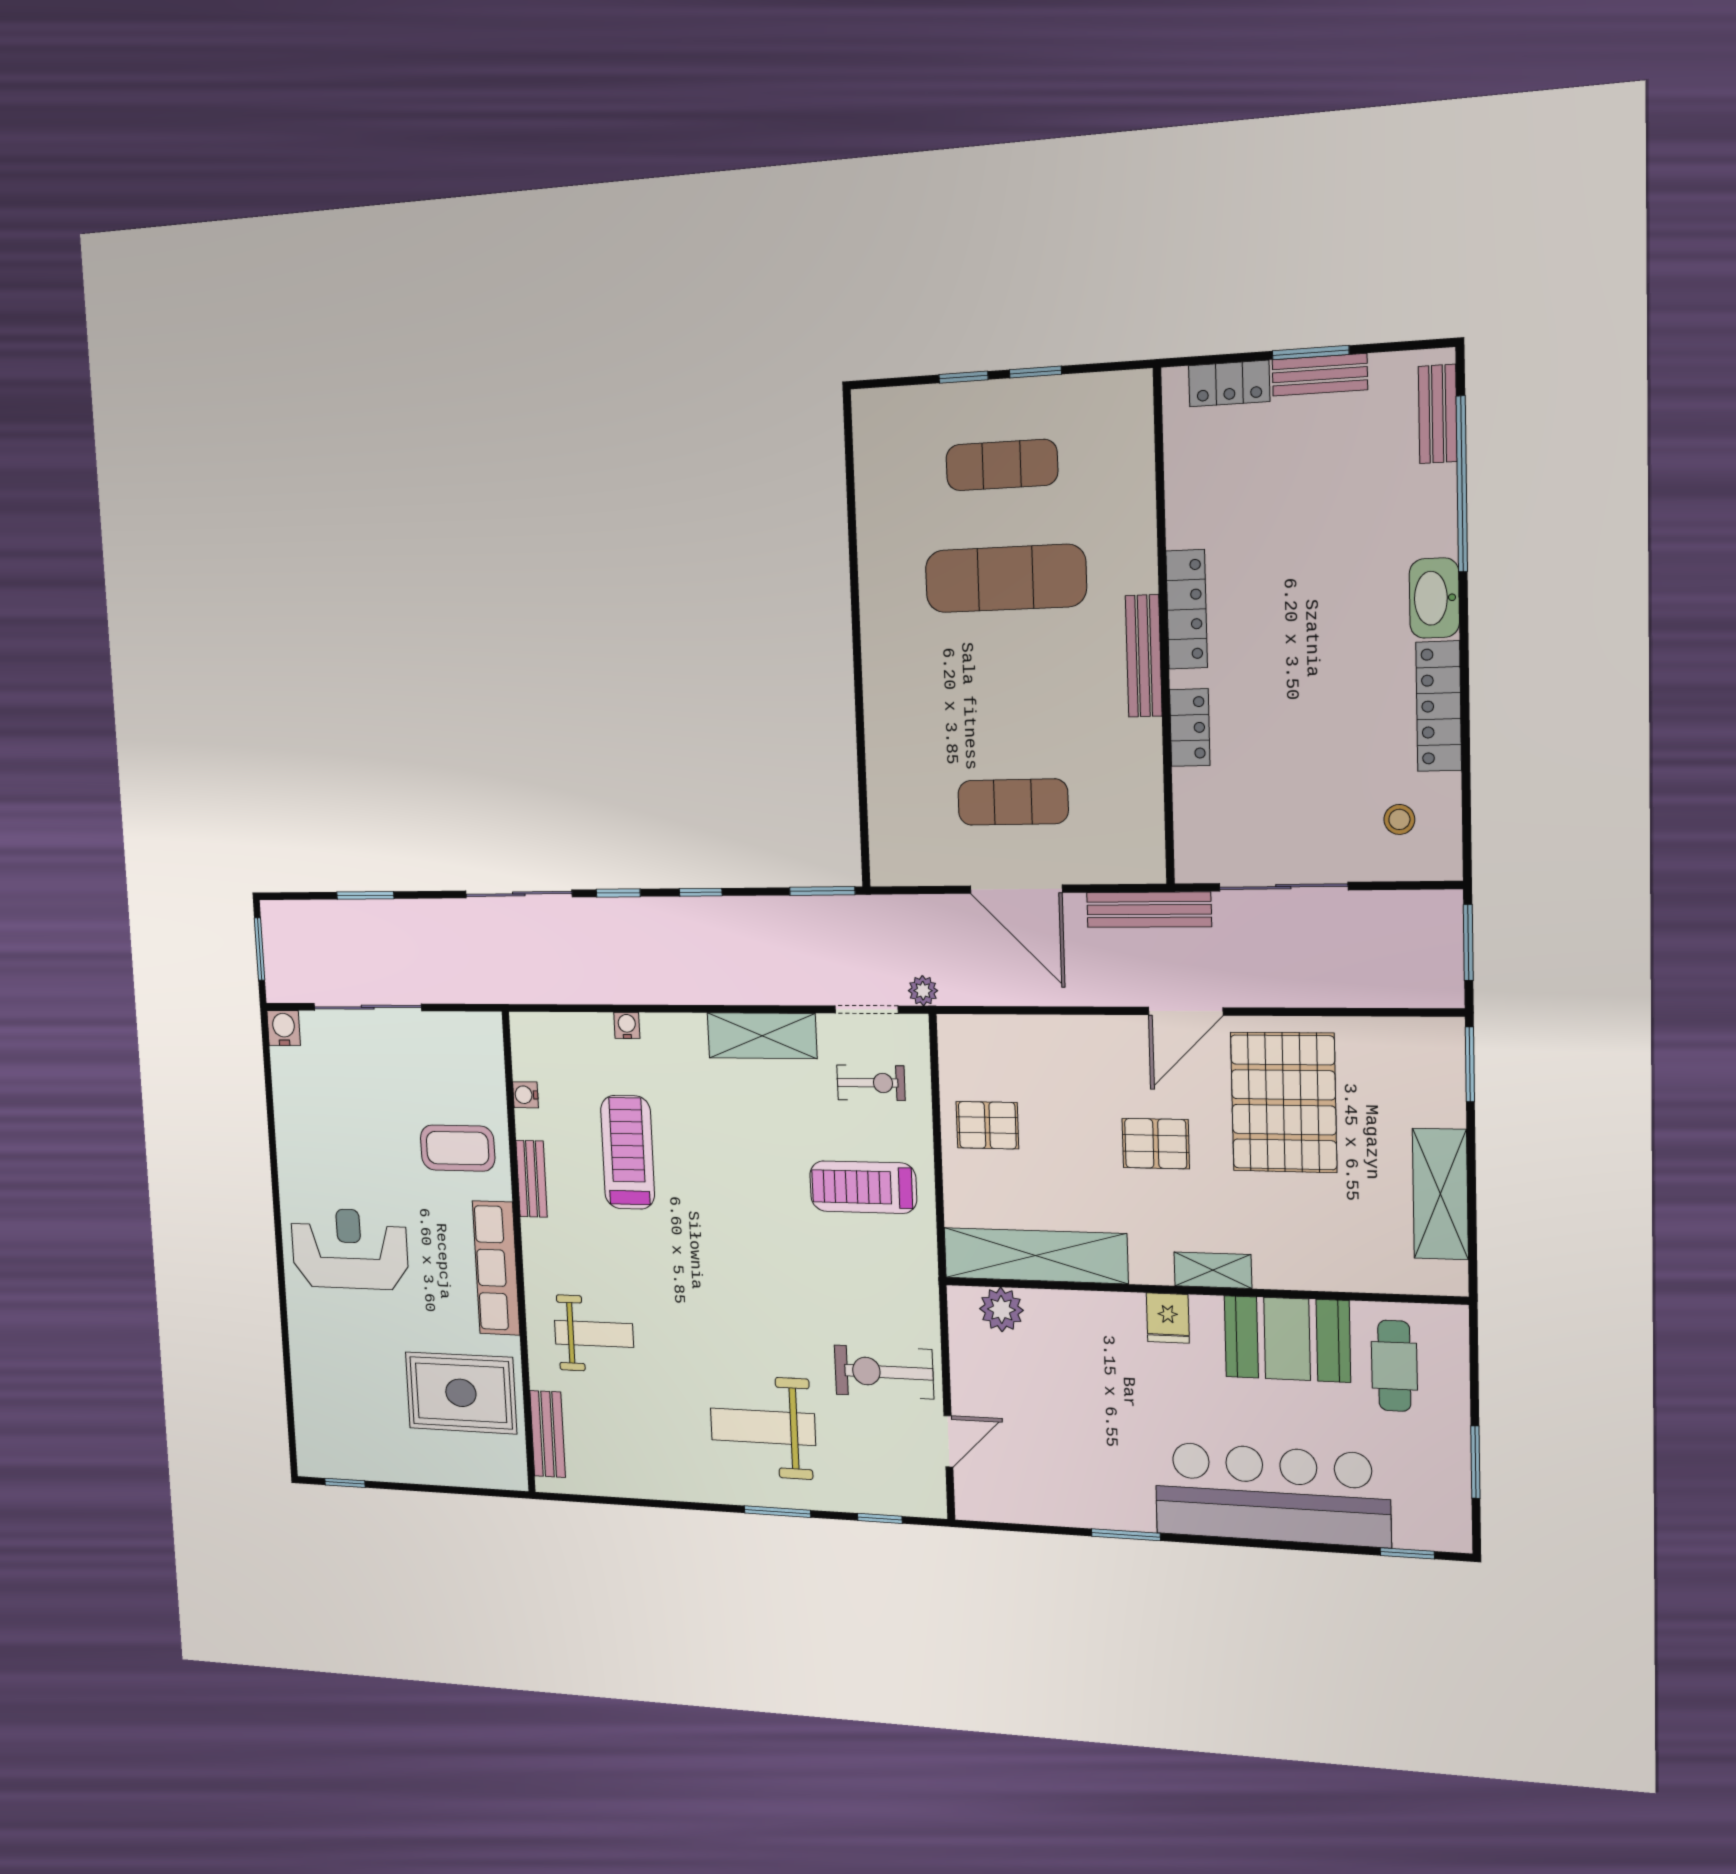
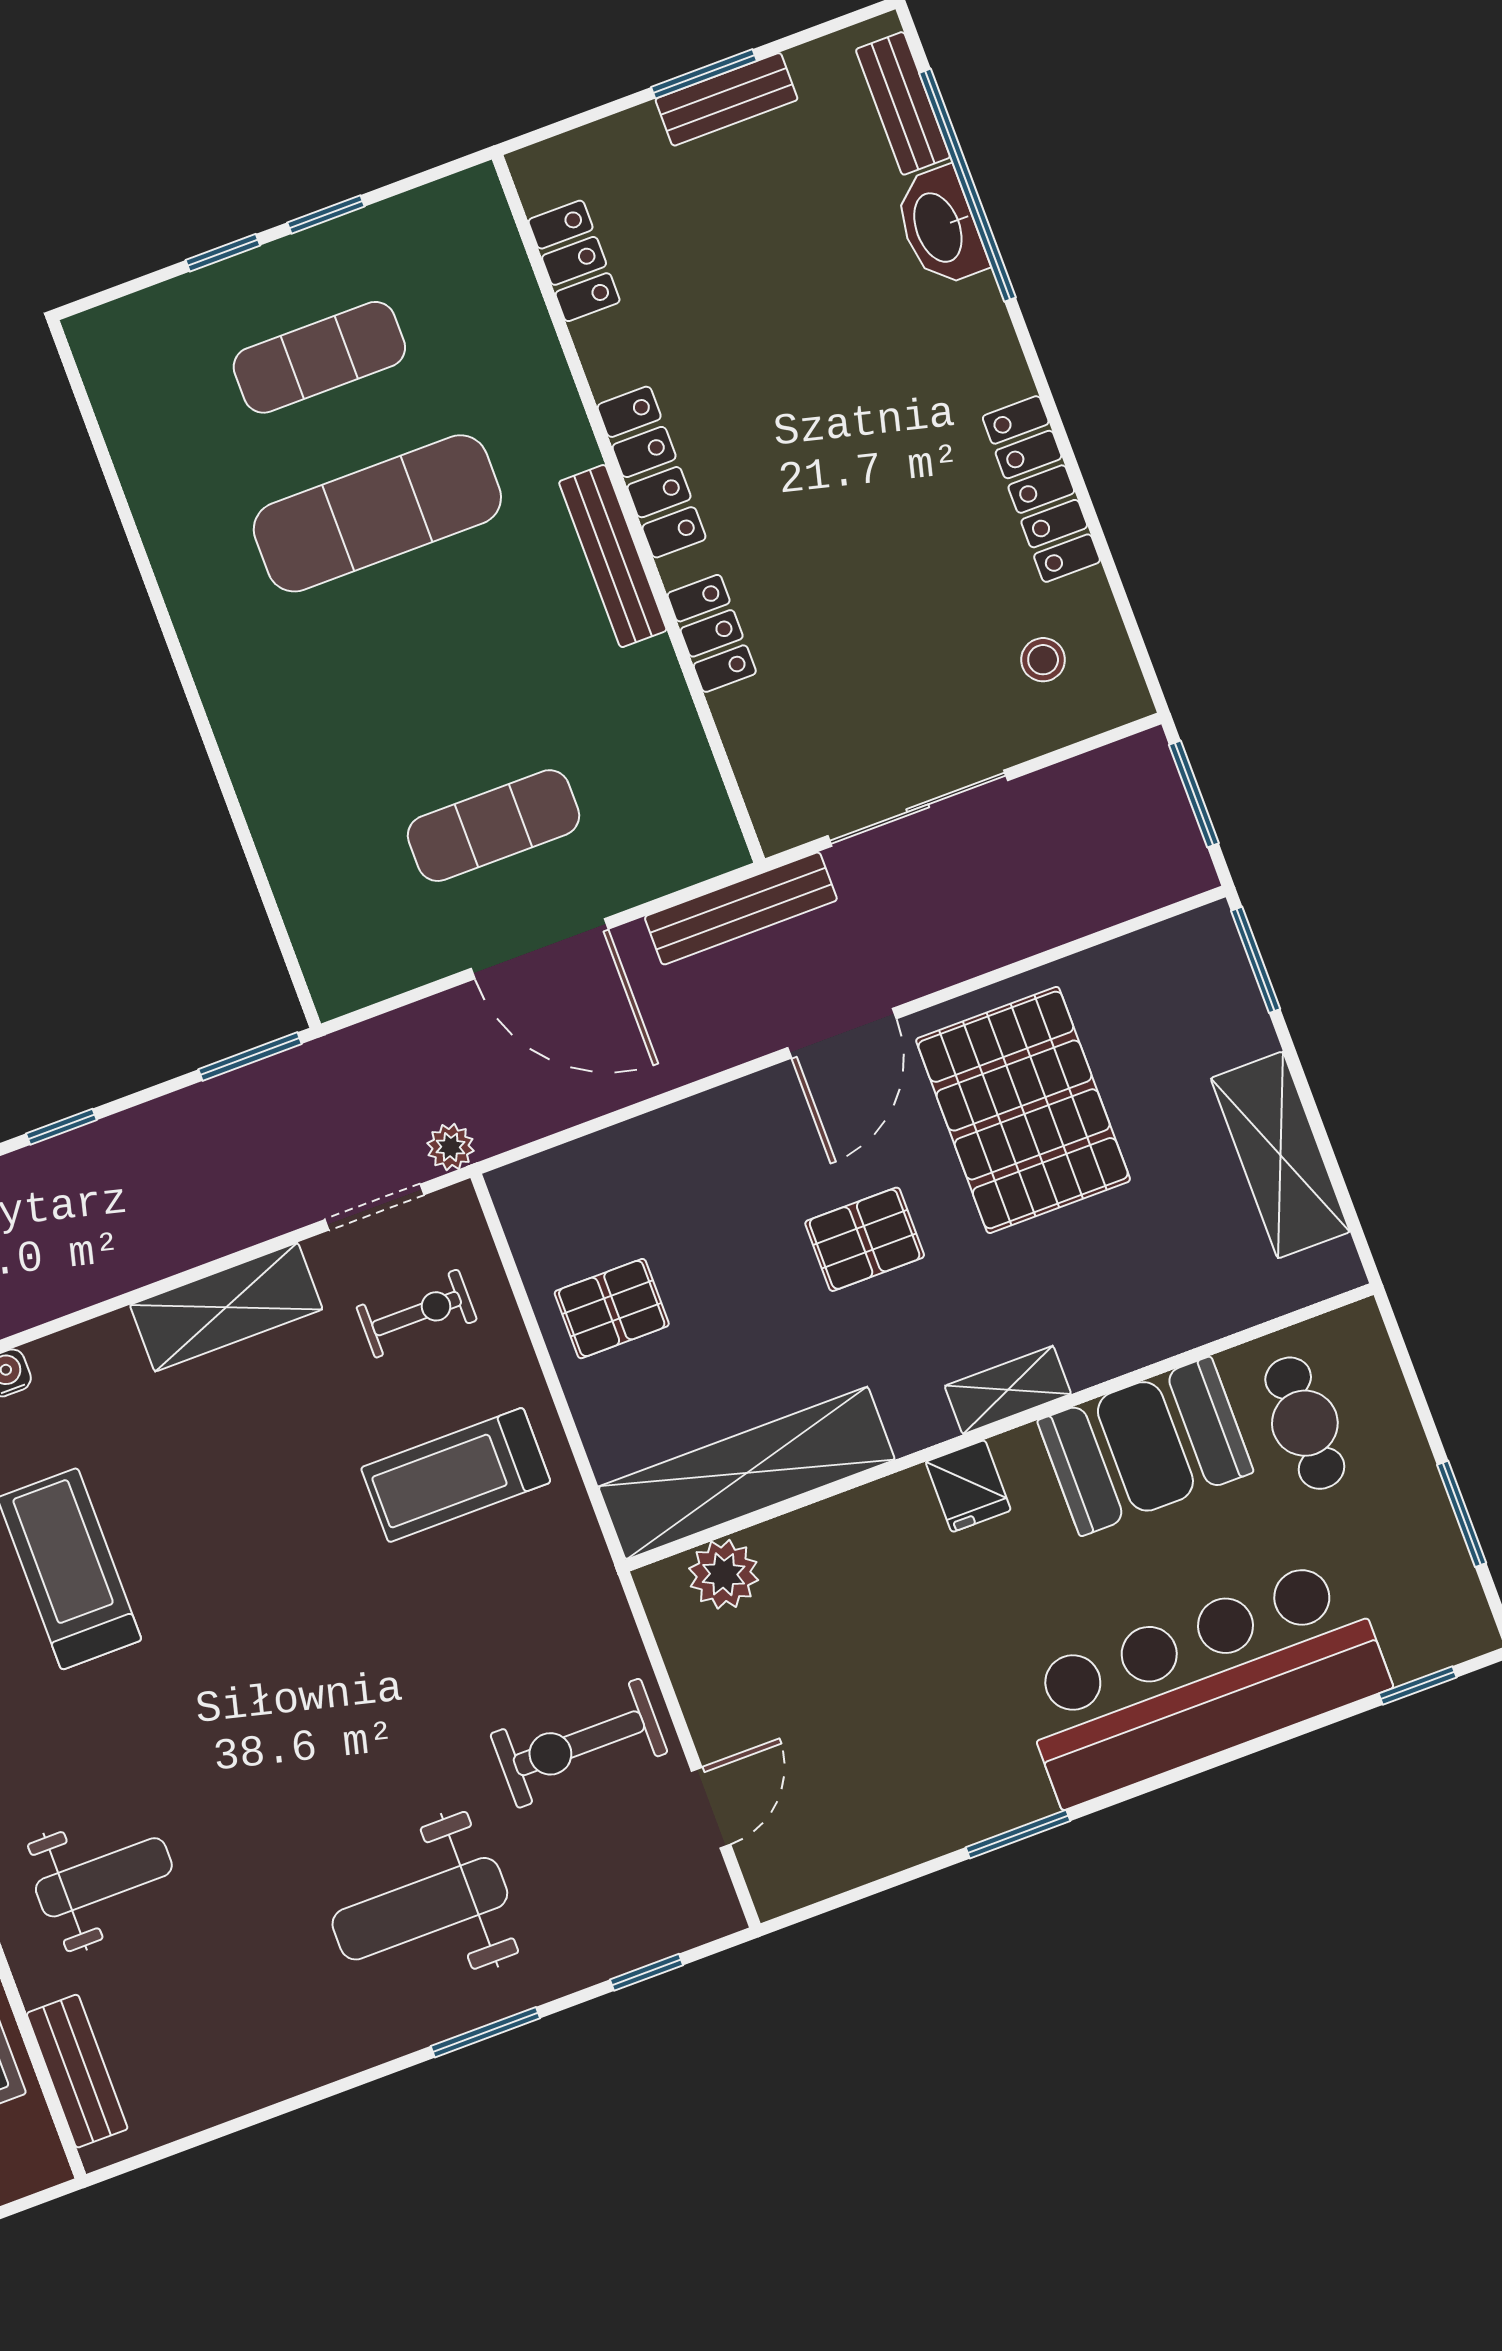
locker: (1229, 384) -> (574, 261), moved, turned -90
washbasin: (1434, 598) -> (940, 227), moved

